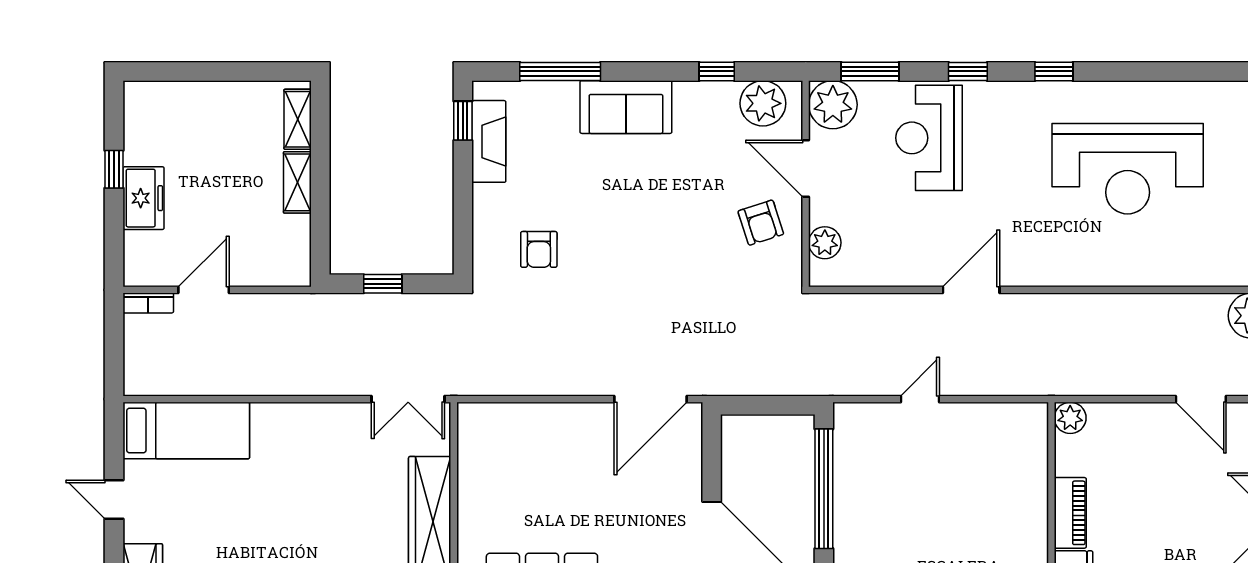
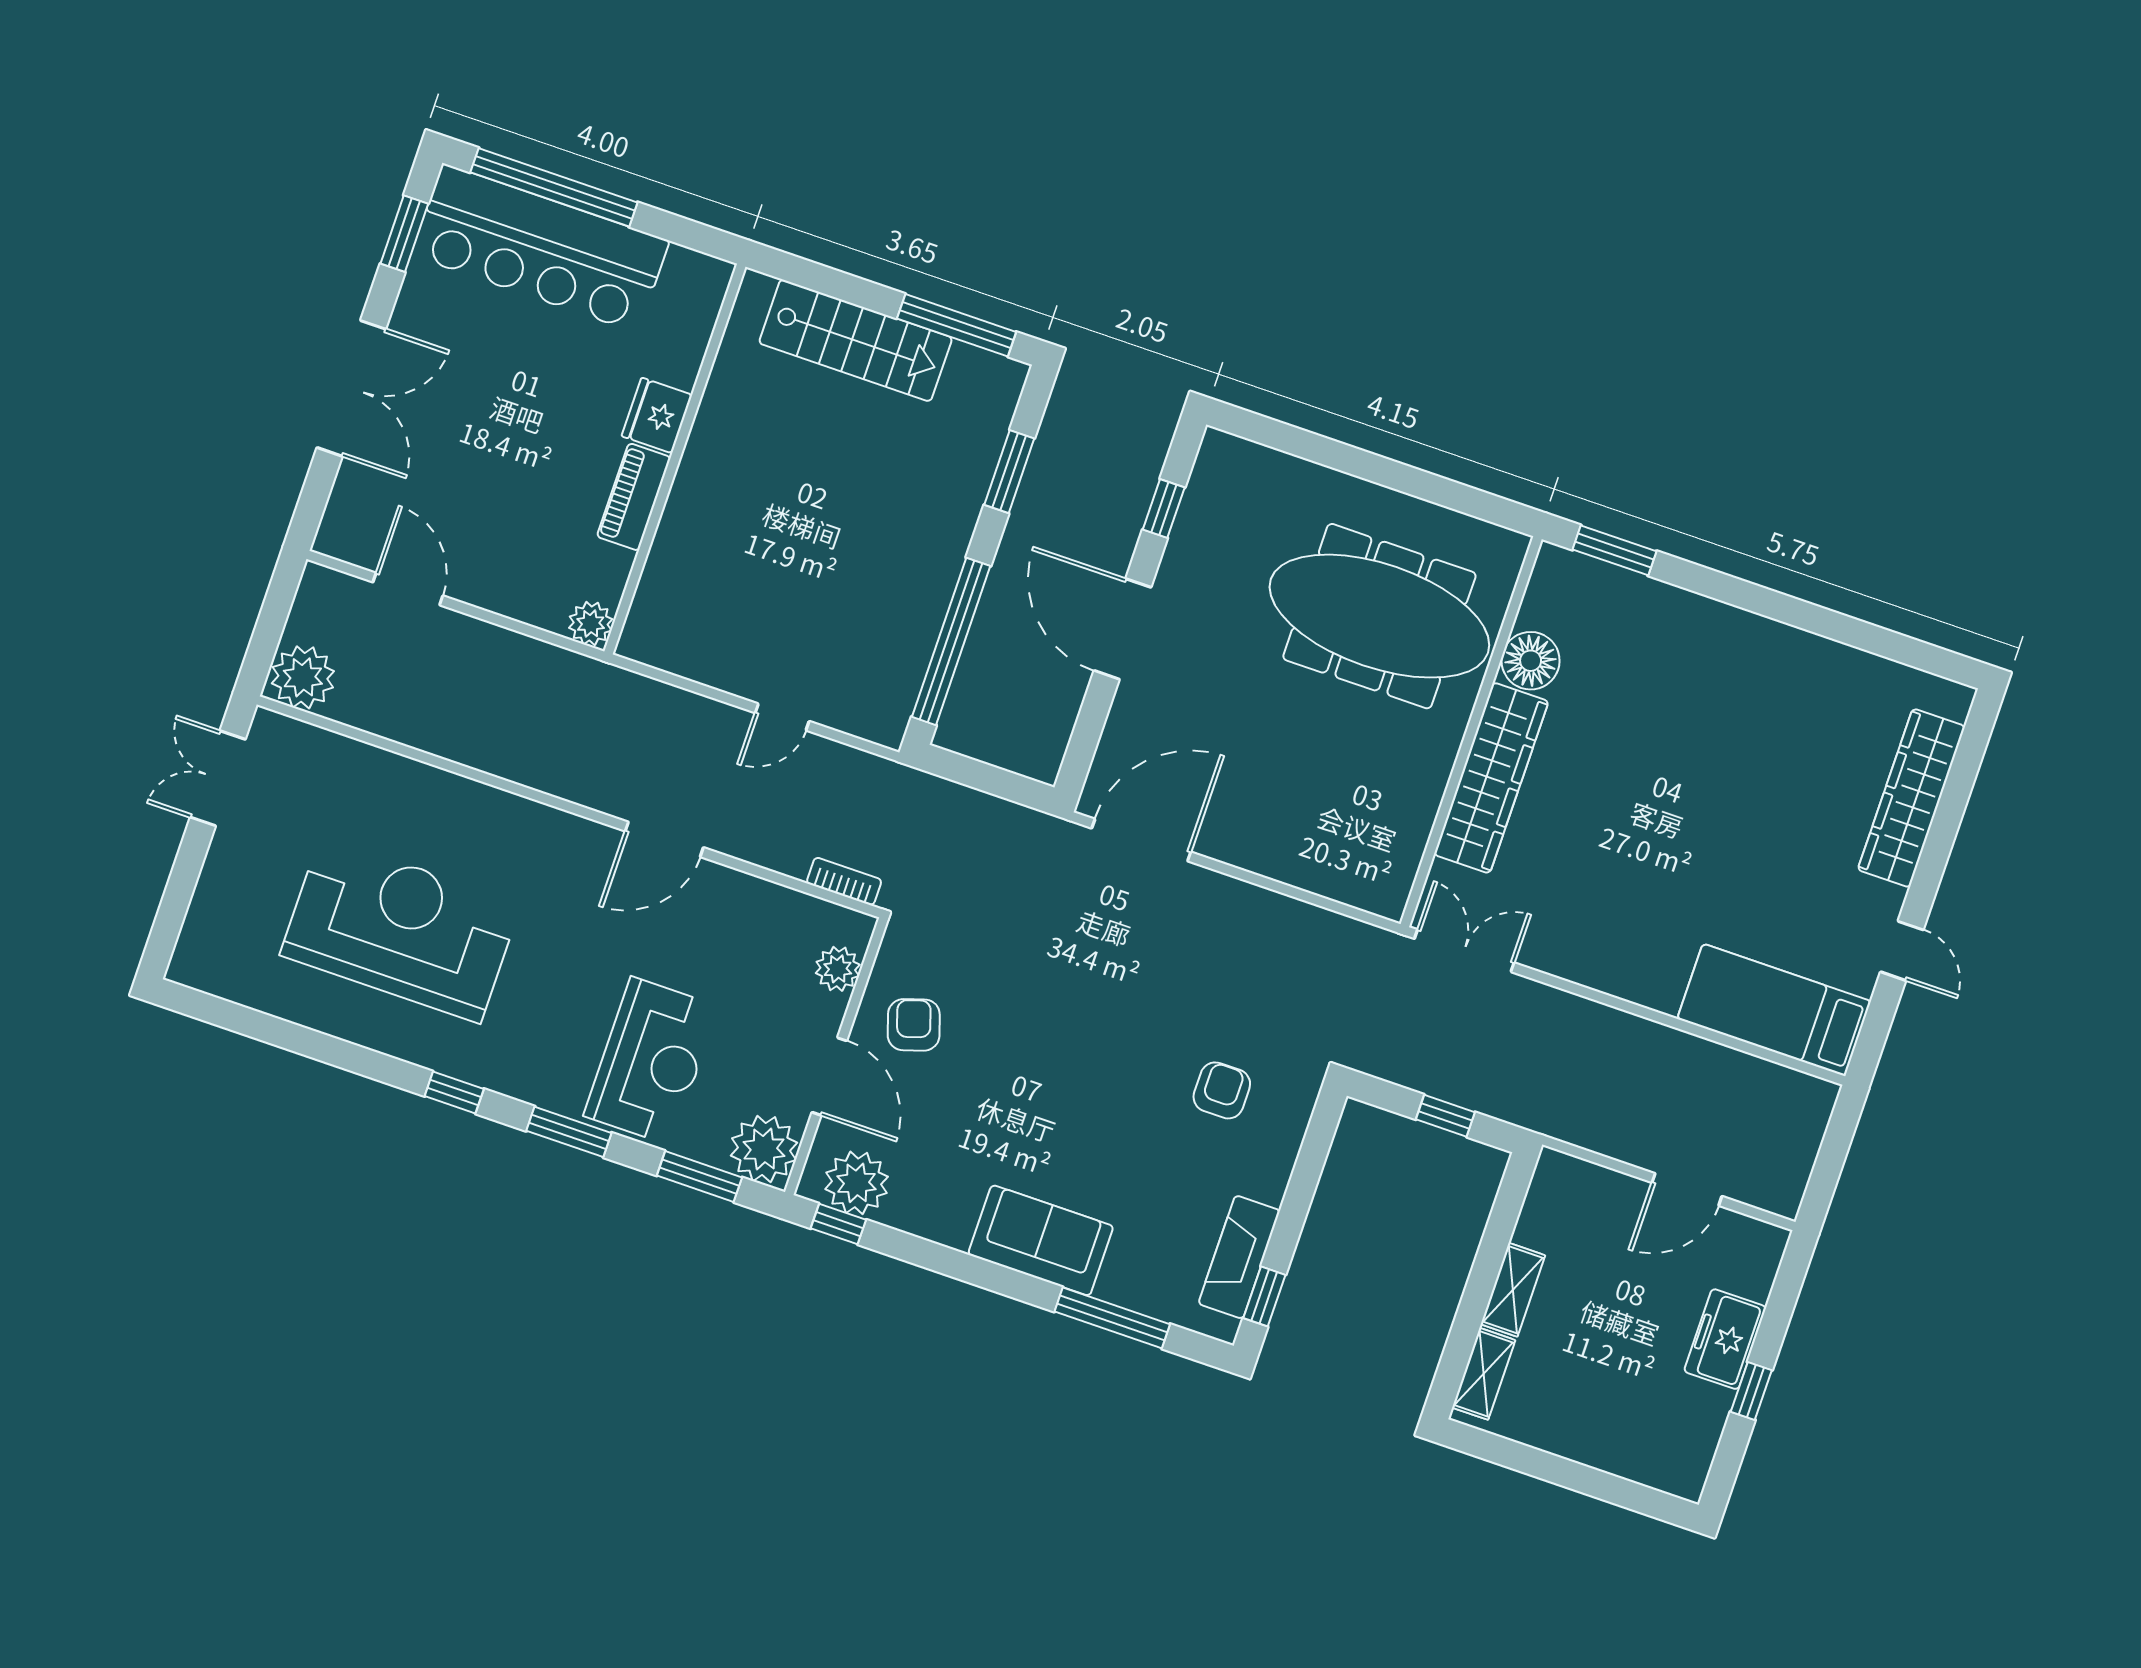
window: (717, 71) -> (838, 1224), moved
window: (968, 71) -> (569, 1132), width x1.50
bookcase: (148, 303) -> (844, 881), moved

